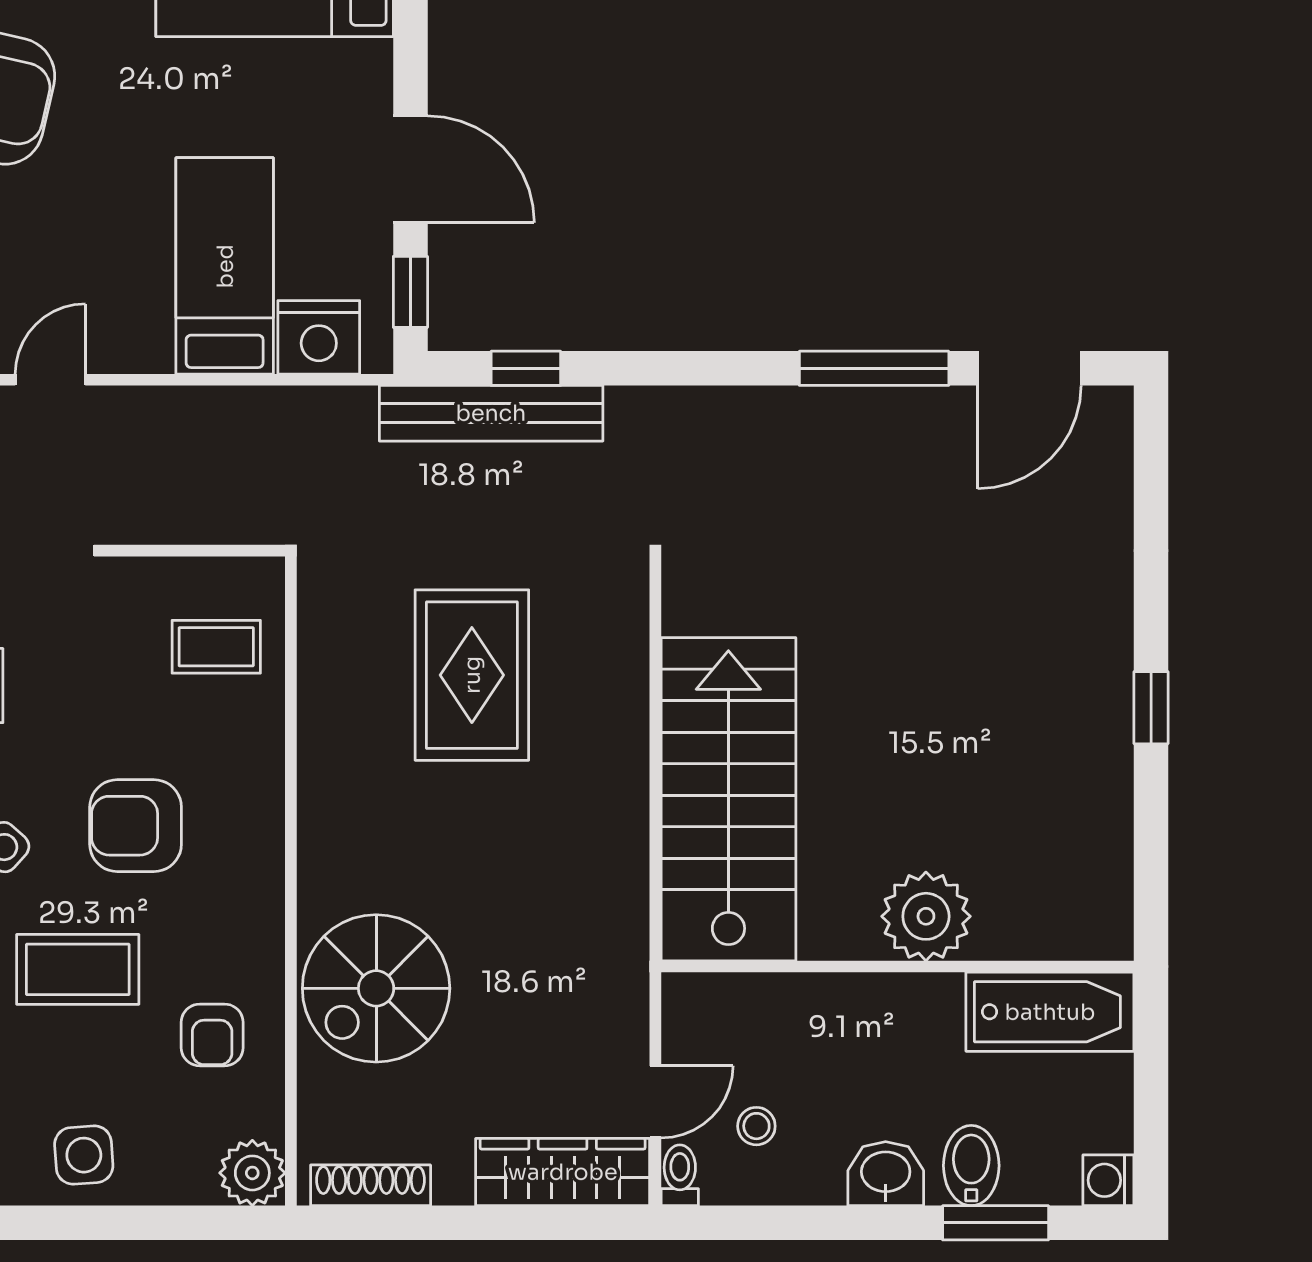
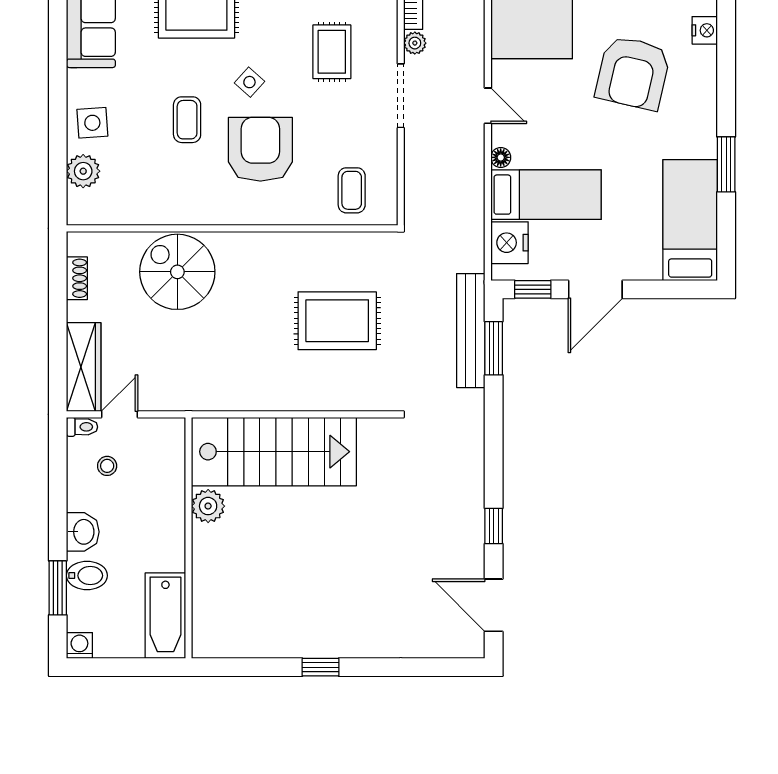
floor lamp: (152, 355) -> (501, 157), added
window: (526, 368) -> (494, 348), width x1.50
window: (874, 368) -> (494, 526), width x0.46
armchair: (136, 826) -> (260, 149), width x1.36, depth x1.36
plant: (926, 916) -> (208, 506), moved, width x0.73, depth x0.73
coffee table: (78, 969) -> (187, 120), width x0.73, depth x0.77
armchair: (212, 1035) -> (154, 188), removed
door: (655, 1102) -> (119, 414), swing flipped
plant: (252, 1173) -> (83, 171), moved
shoe rack: (371, 1185) -> (77, 278), width x0.70

